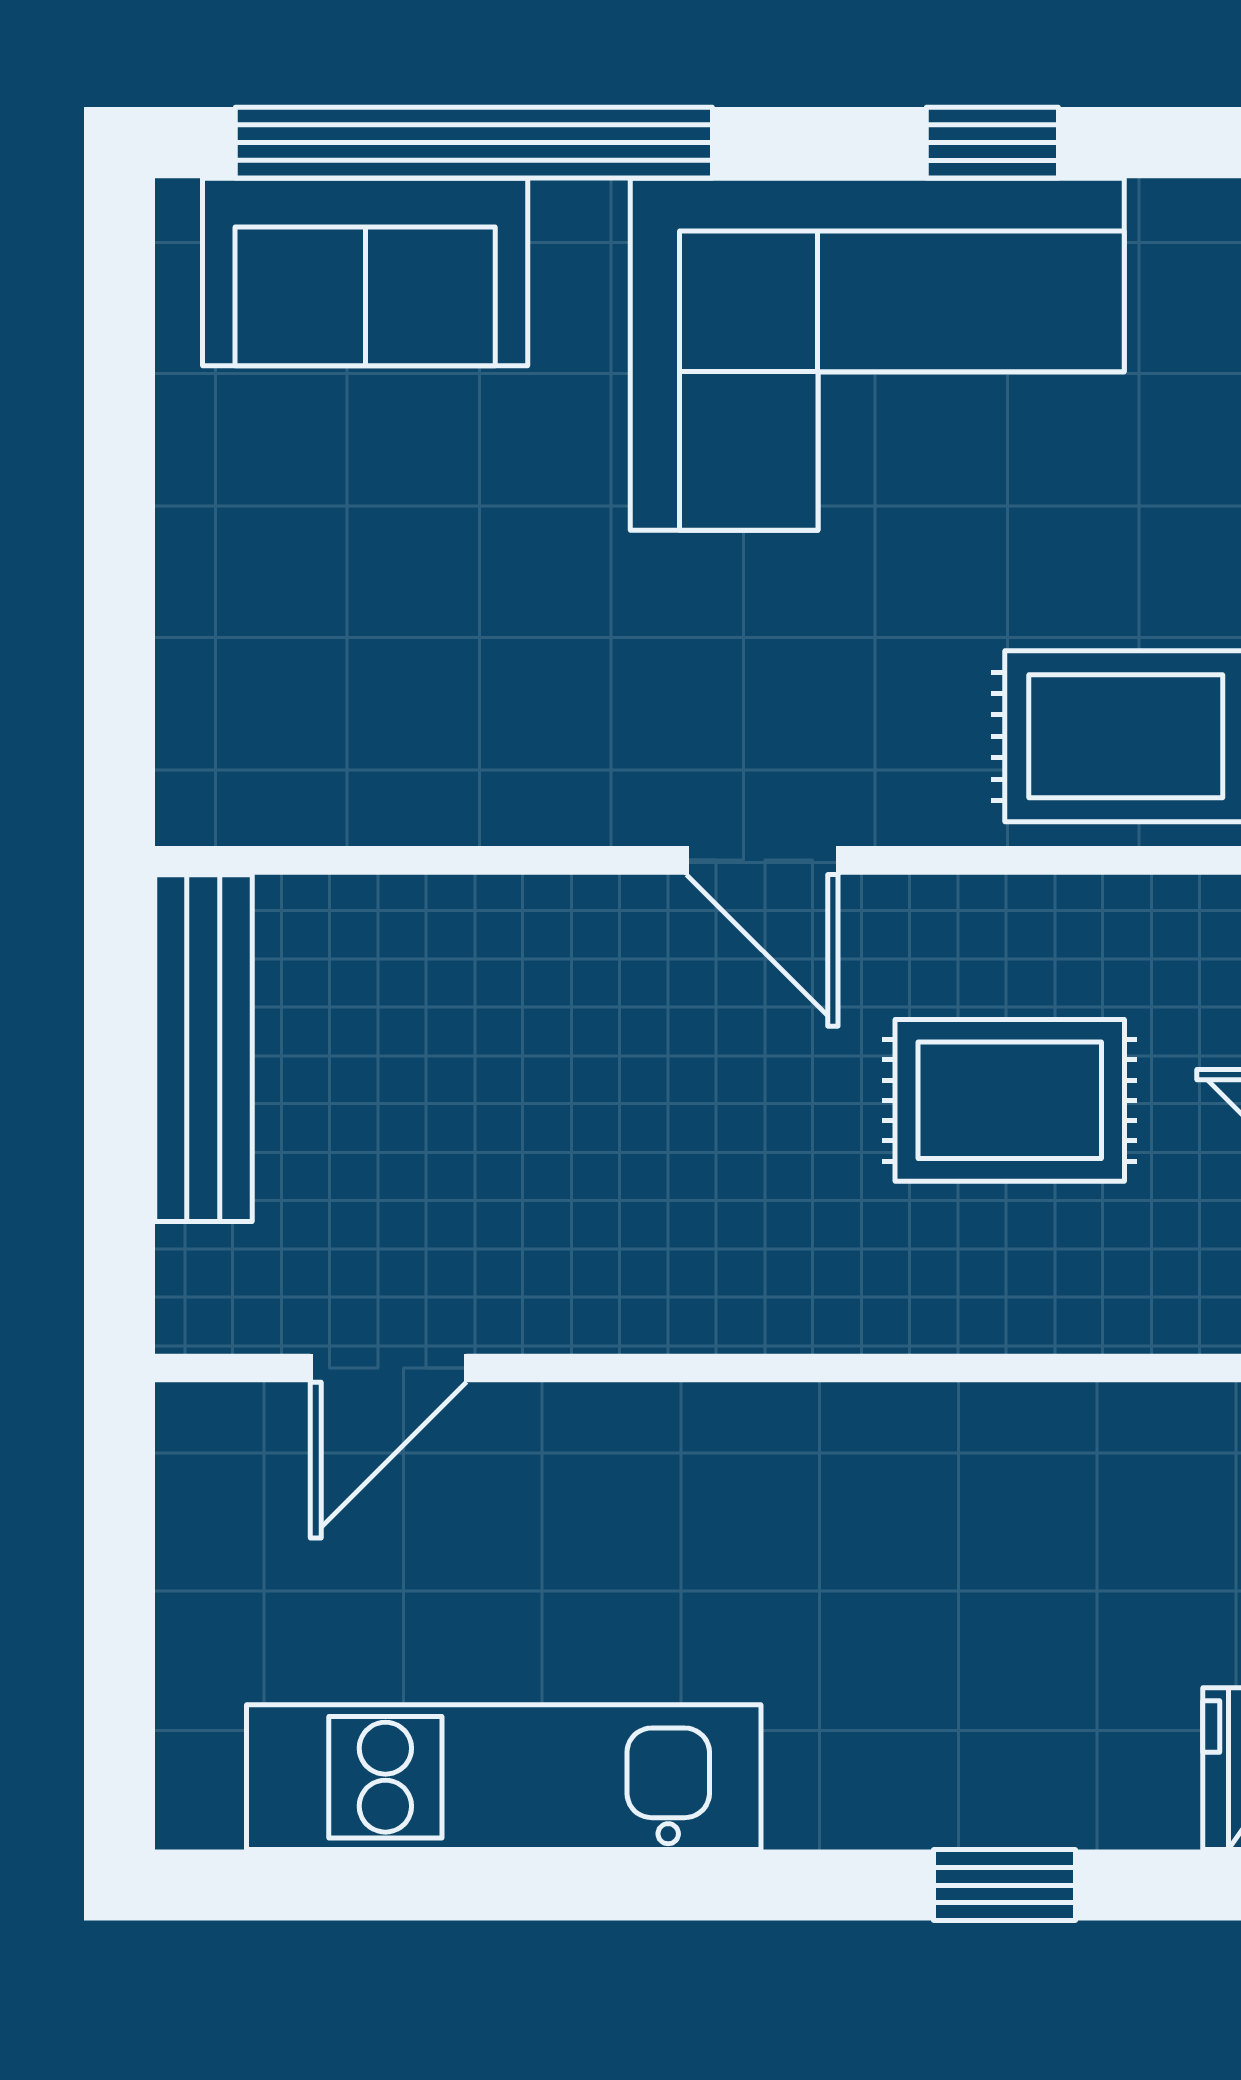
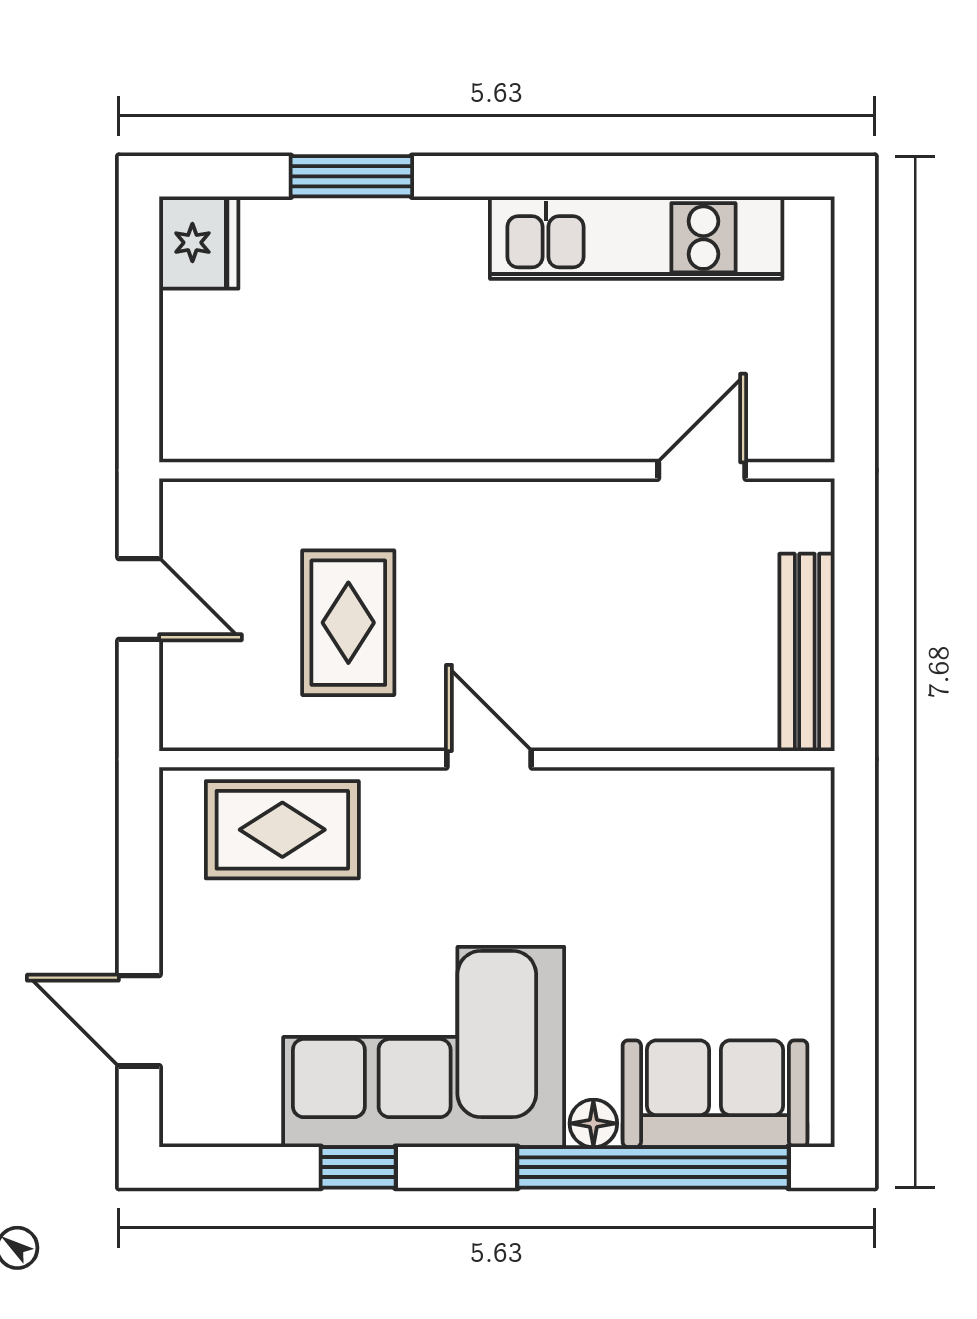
floor lamp: (579, 220) -> (593, 1123), added
rug: (1010, 1100) -> (348, 623), turned 90
window: (1004, 1885) -> (351, 176), width x1.50

